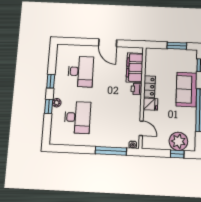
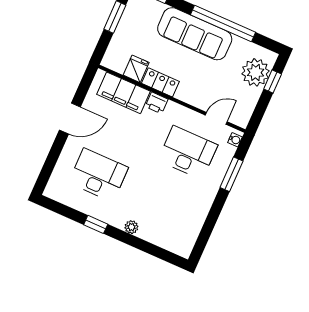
sofa: (187, 89) -> (195, 34), width x1.36
fridge: (150, 104) -> (136, 69), moved
window: (49, 106) -> (132, 241), removed
desk: (77, 117) -> (188, 153), moved
window: (111, 151) -> (232, 174), width x0.69

